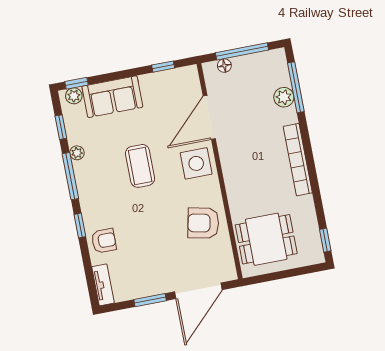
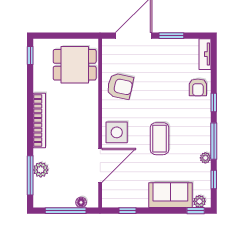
armchair: (104, 241) -> (198, 87), turned -90

